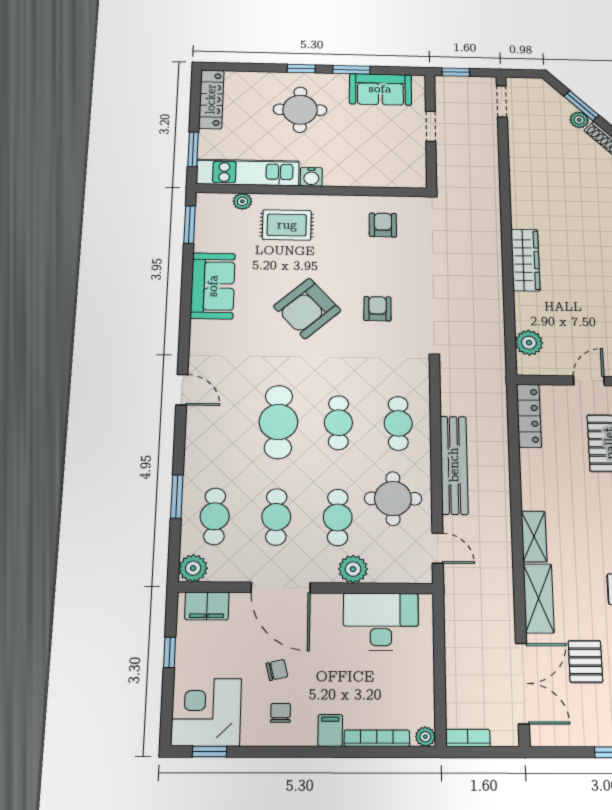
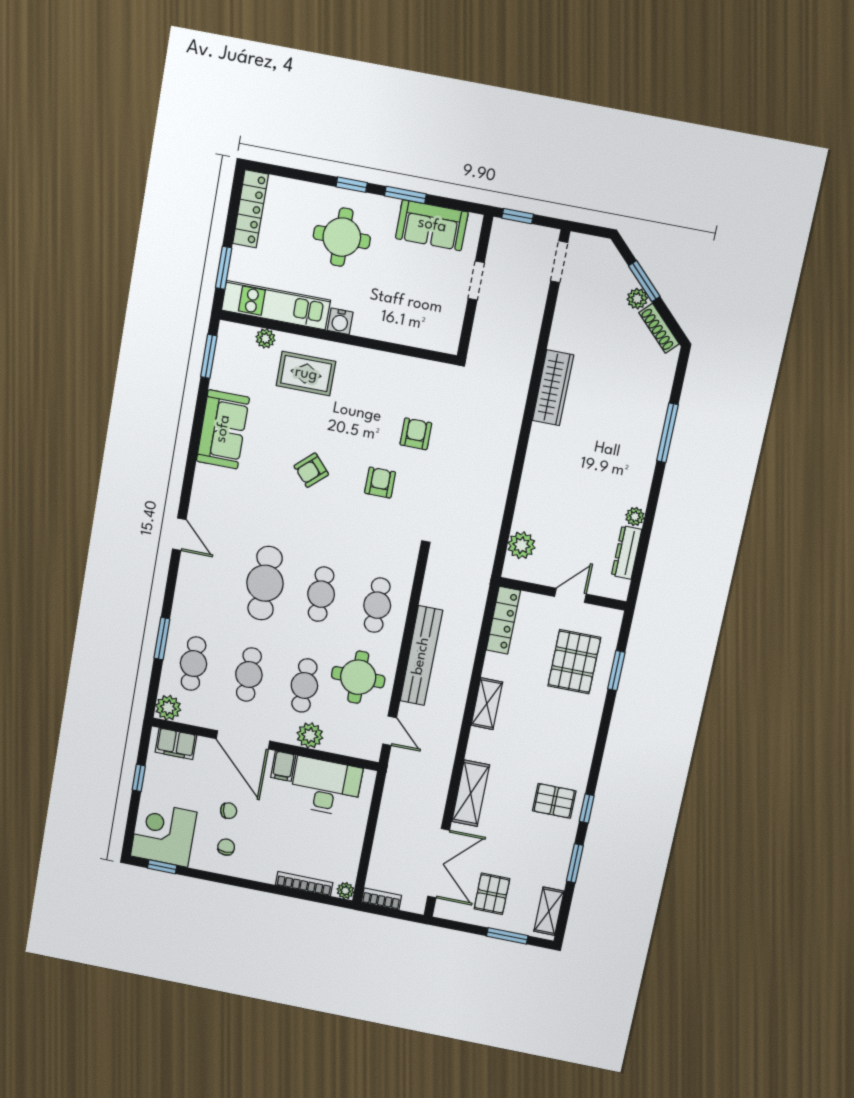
armchair: (383, 225) -> (416, 434), moved
wardrobe: (525, 260) -> (553, 388), moved
armchair: (307, 308) -> (311, 470), width x0.53, depth x0.53
shelving: (534, 536) -> (487, 704), moved
pallet: (585, 661) -> (492, 894), moved
filing cabinet: (330, 730) -> (283, 766), moved, turned 180

